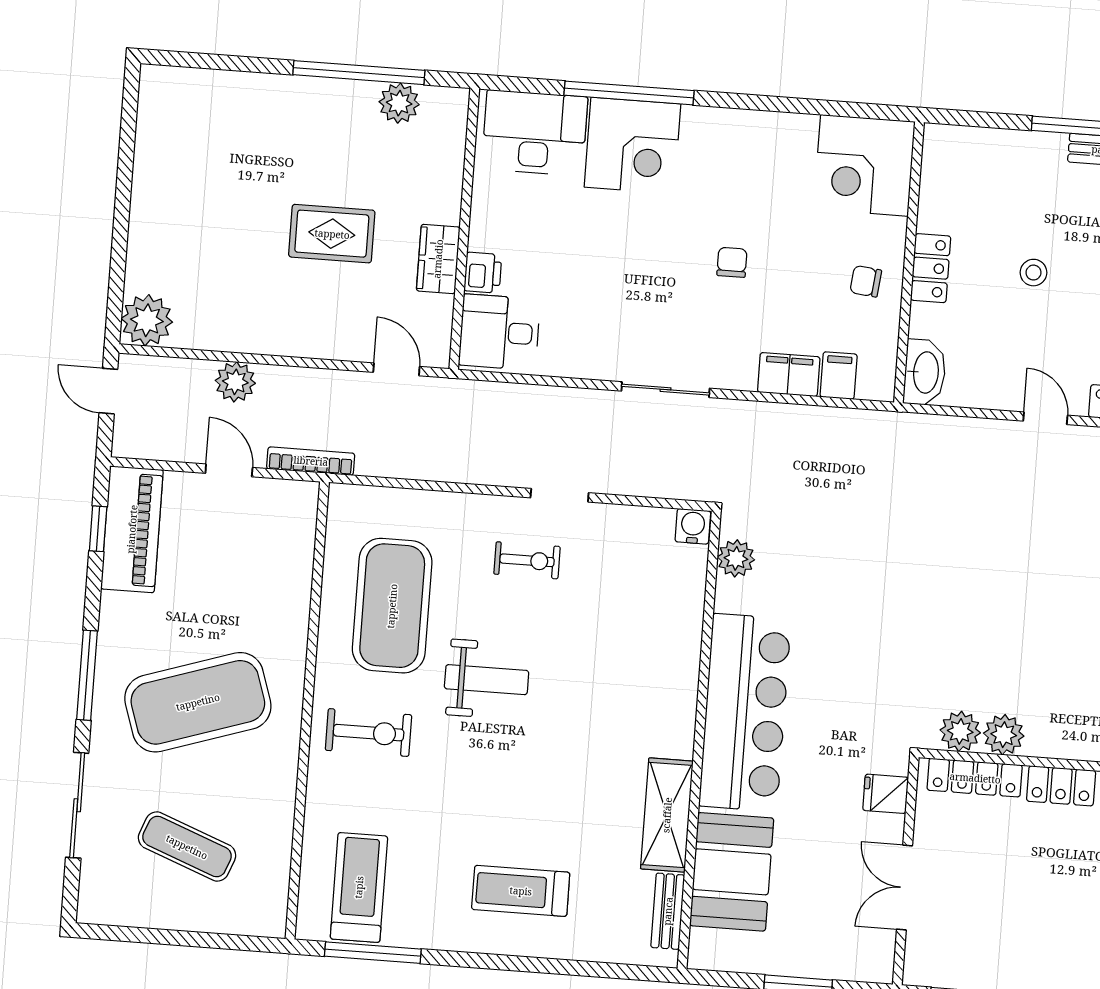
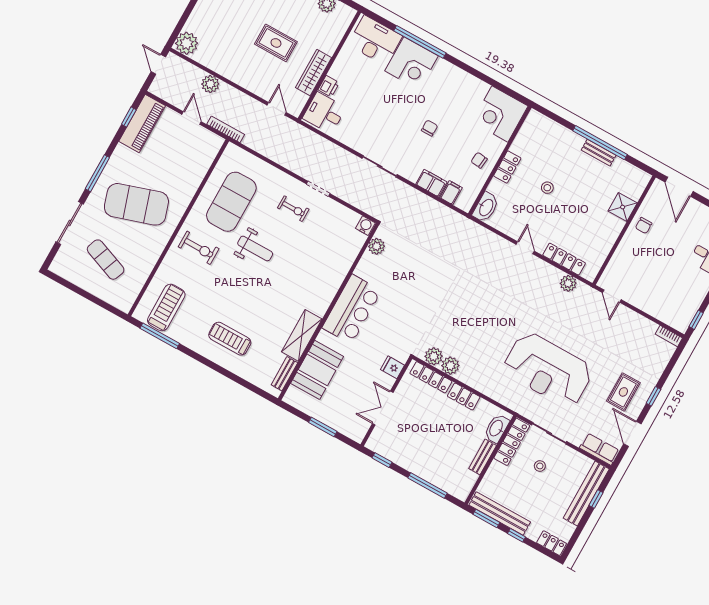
wardrobe: (438, 259) -> (314, 73), width x1.50
bar counter: (745, 713) -> (352, 309), width x0.73

